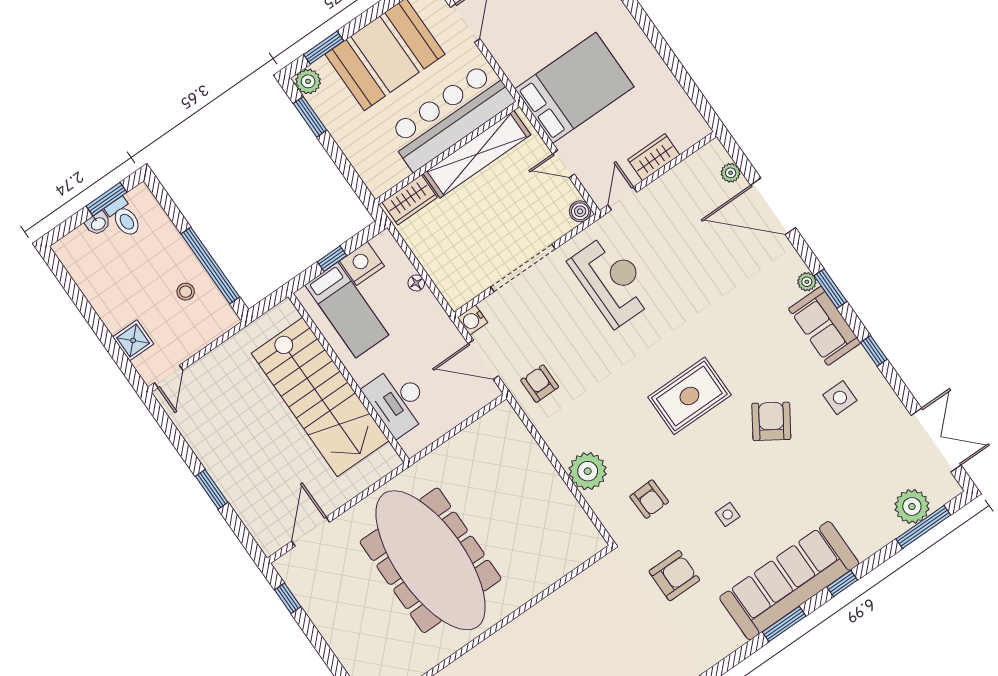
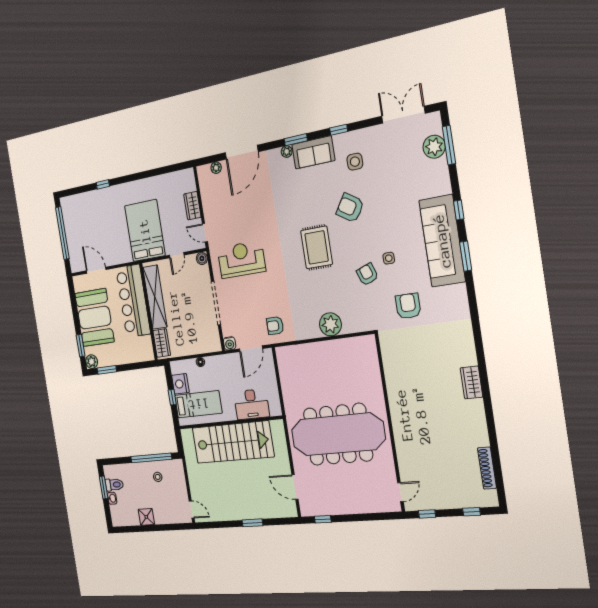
shower: (133, 340) -> (146, 517), moved
armchair: (649, 499) -> (367, 274), moved, turned -108

